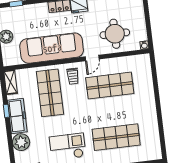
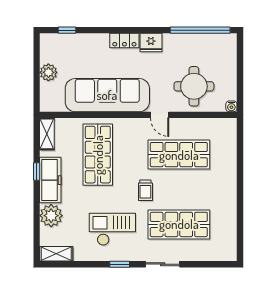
door: (92, 58) -> (160, 115), hinge flipped
trolley: (73, 76) -> (145, 190), moved

